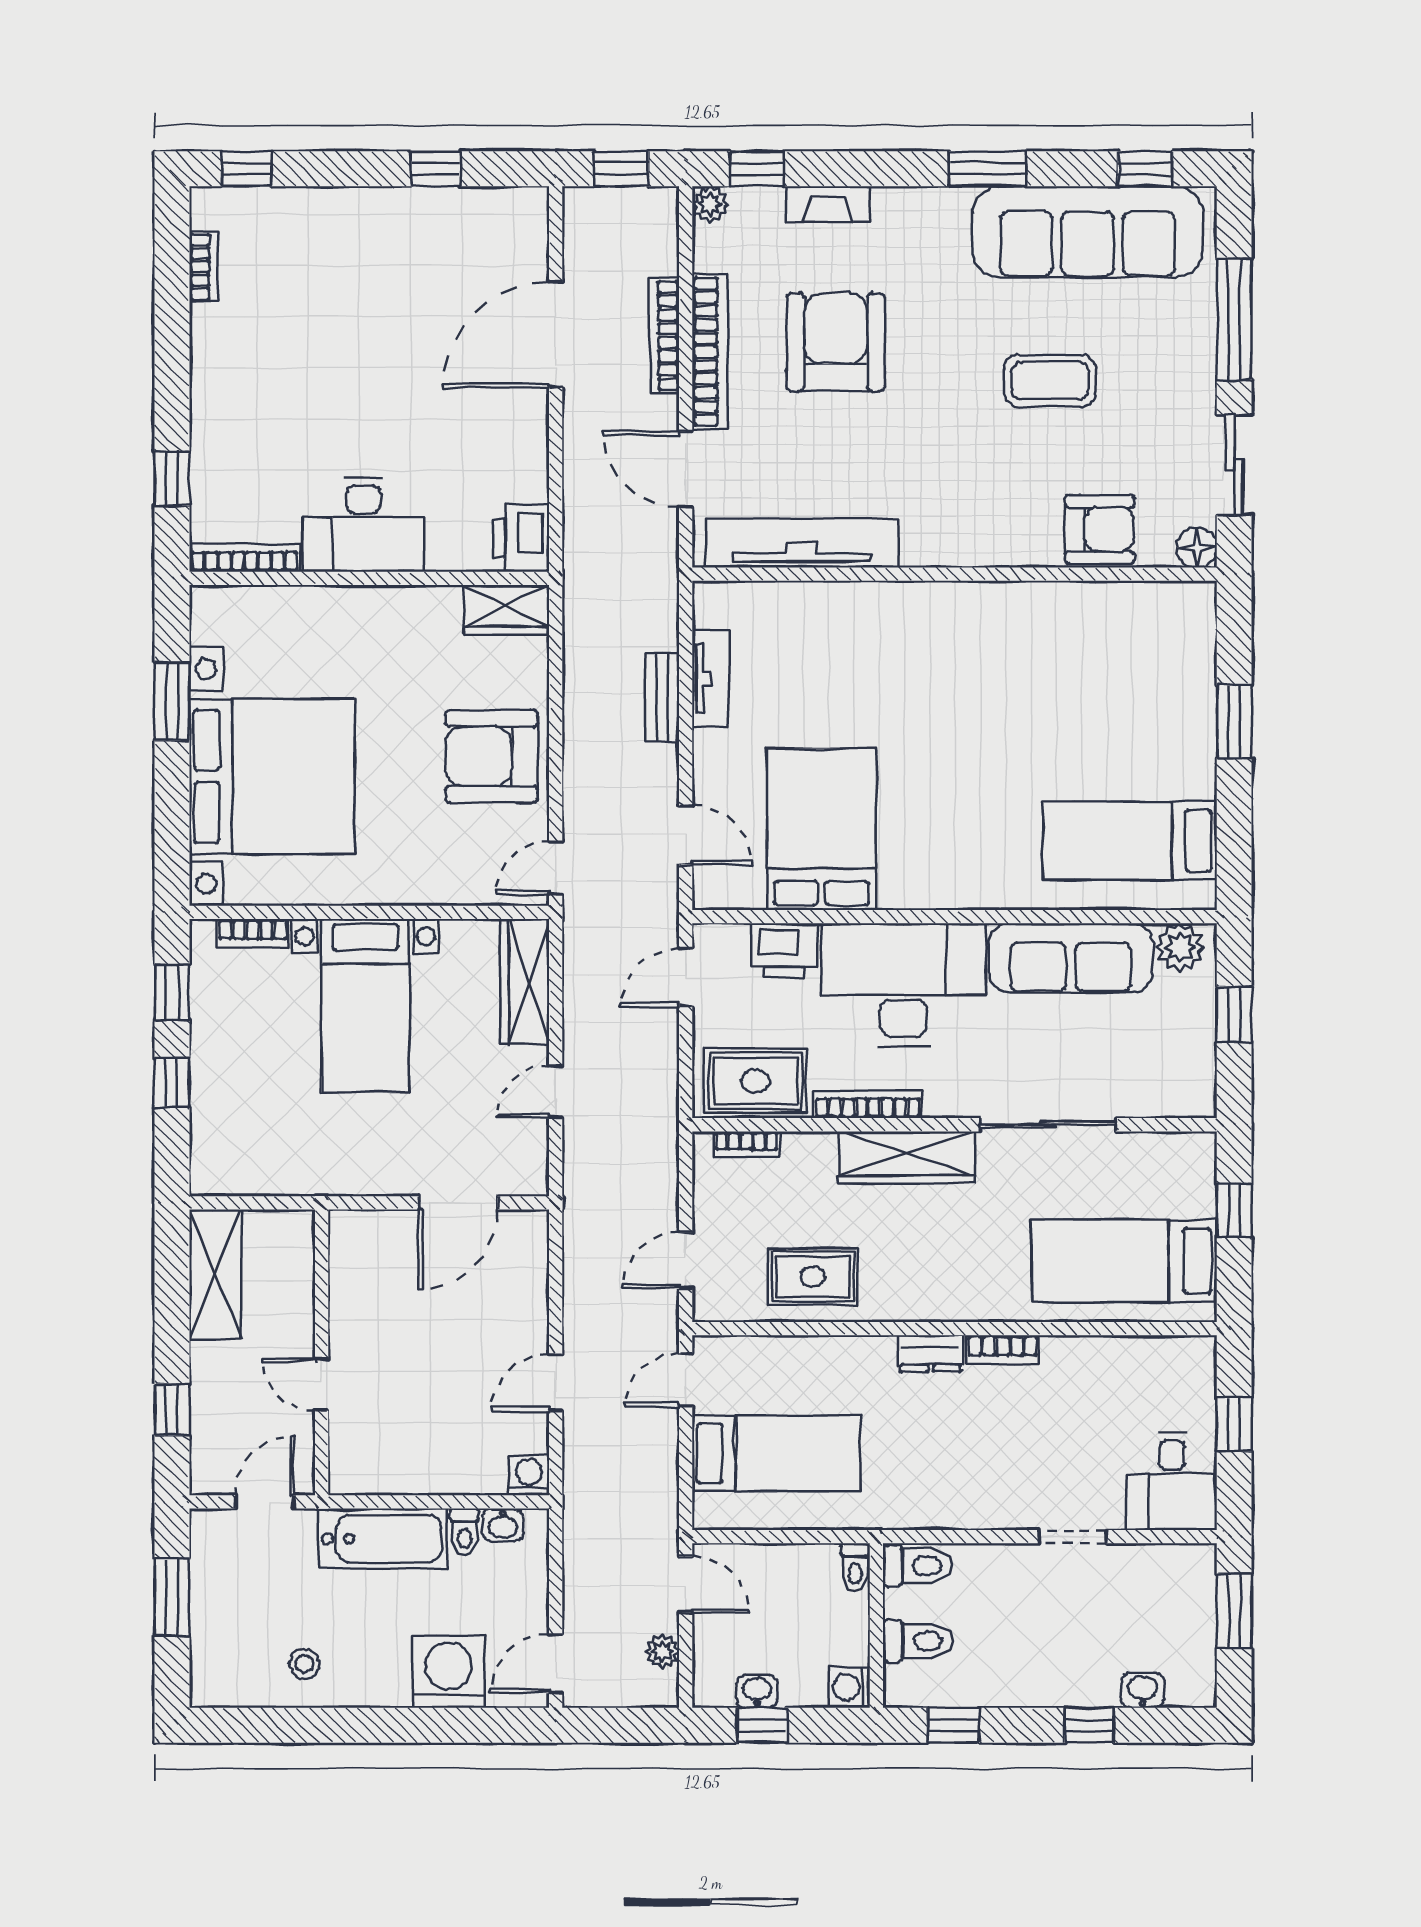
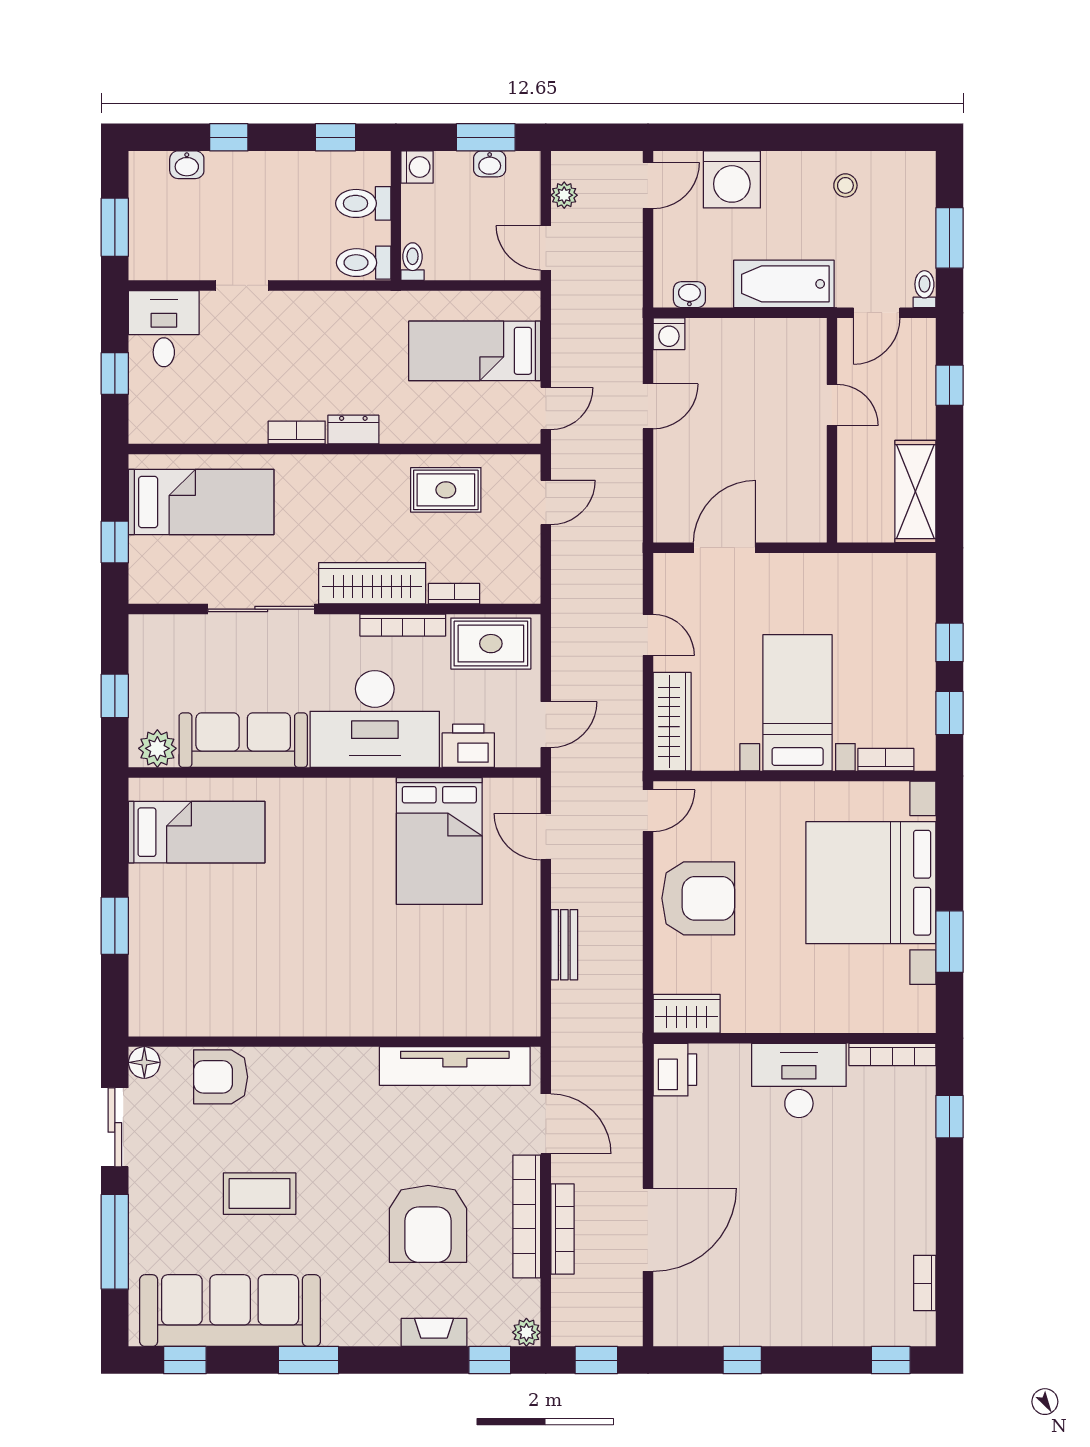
tv unit: (711, 678) -> (526, 960), removed
door: (556, 1092) -> (648, 635), hinge flipped
bookcase: (746, 1144) -> (454, 594), moved
toilet: (465, 1532) -> (924, 289), moved
window: (762, 1725) -> (486, 137), width x1.50

